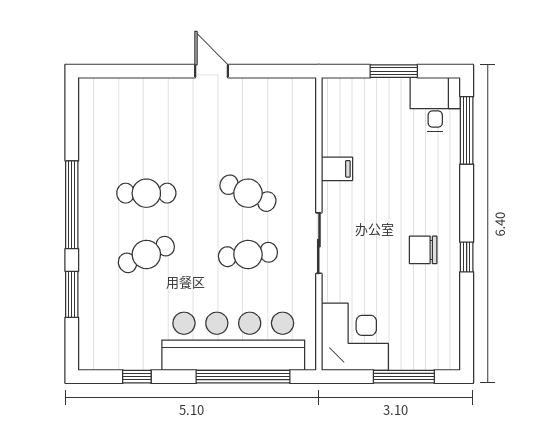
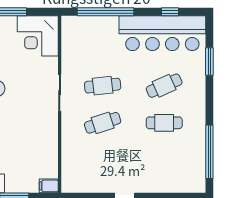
filing cabinet: (337, 169) -> (49, 186), moved
cafe table: (248, 193) -> (103, 123), turned -42
window: (72, 205) -> (209, 152), moved
bar counter: (233, 341) -> (162, 33), moved

